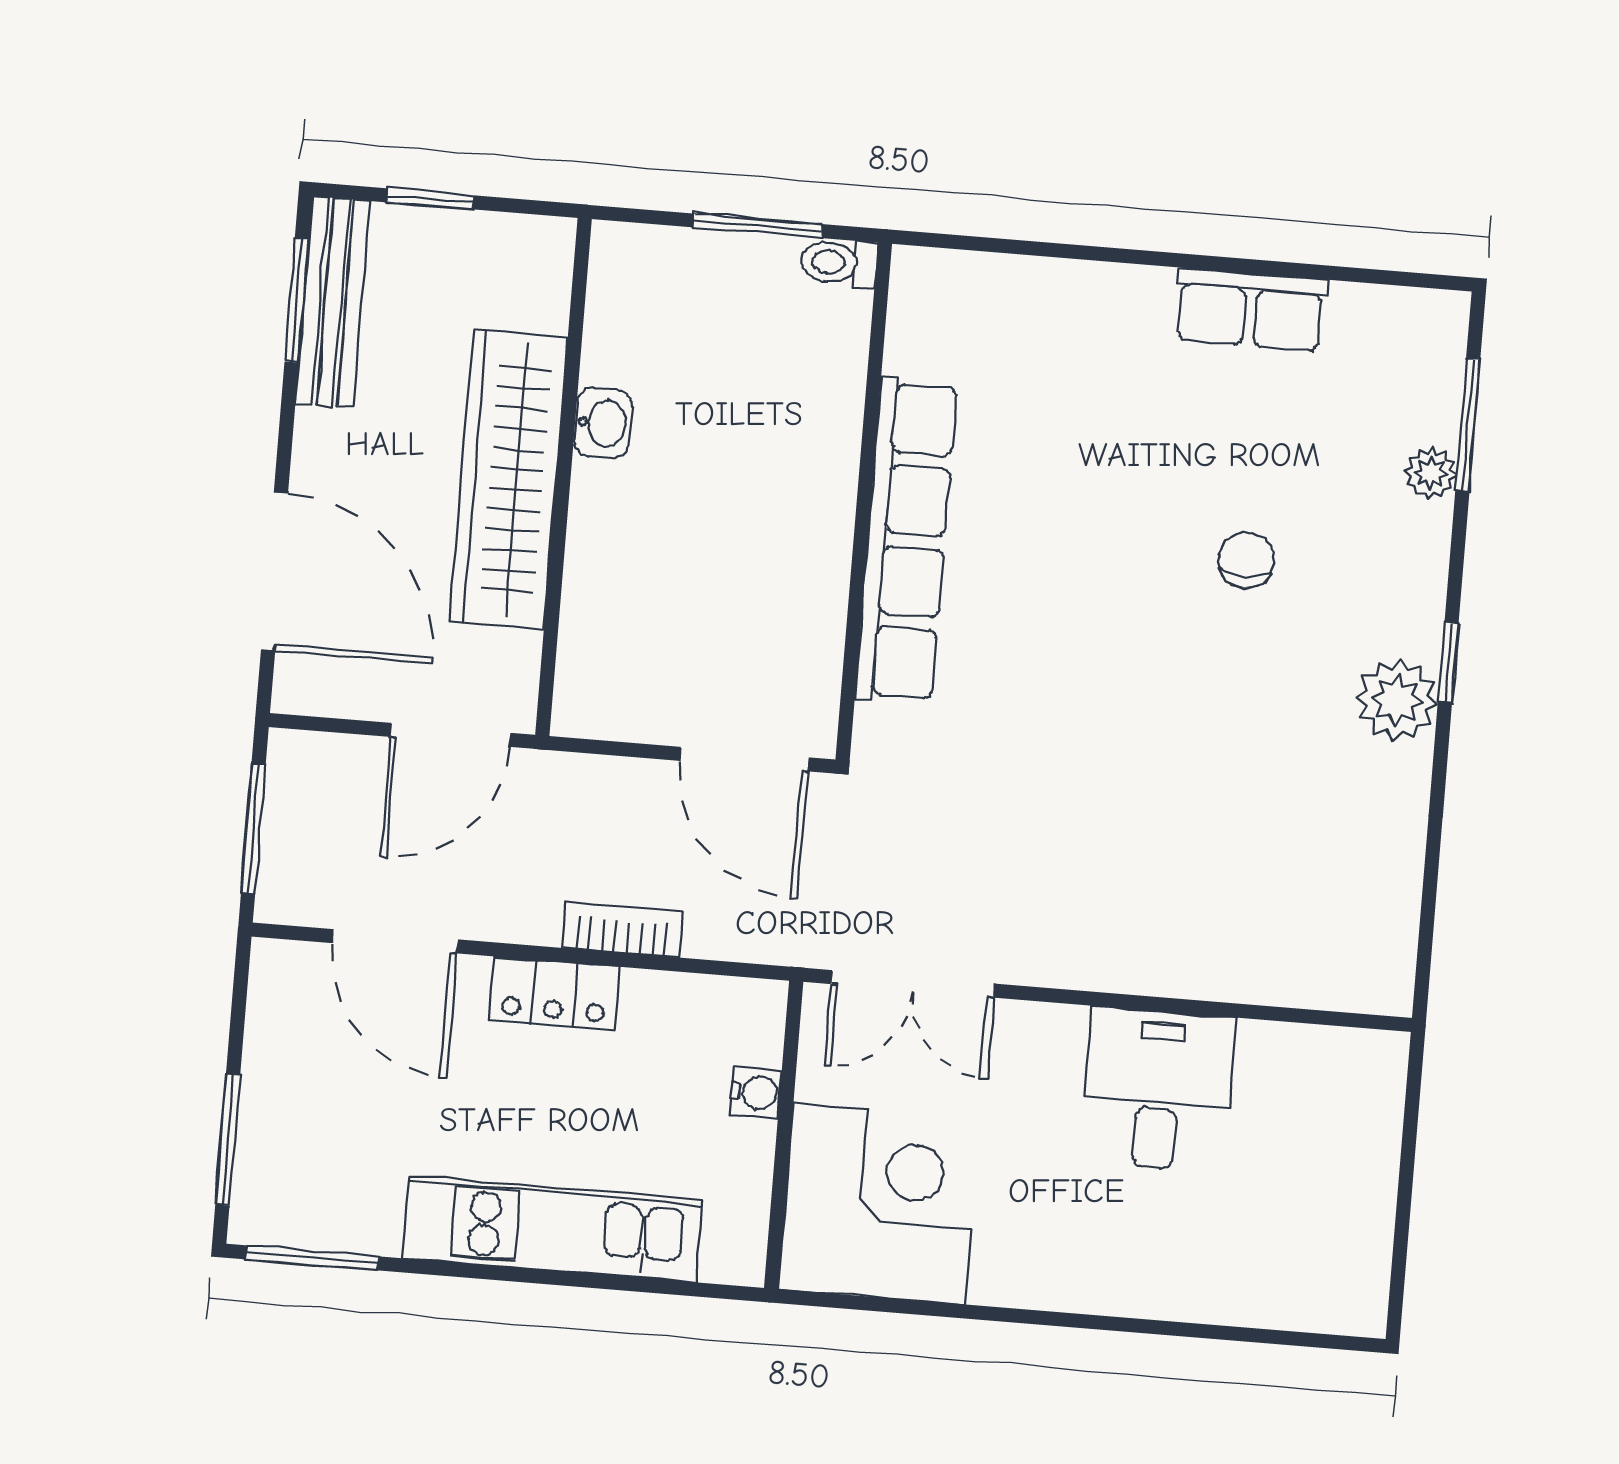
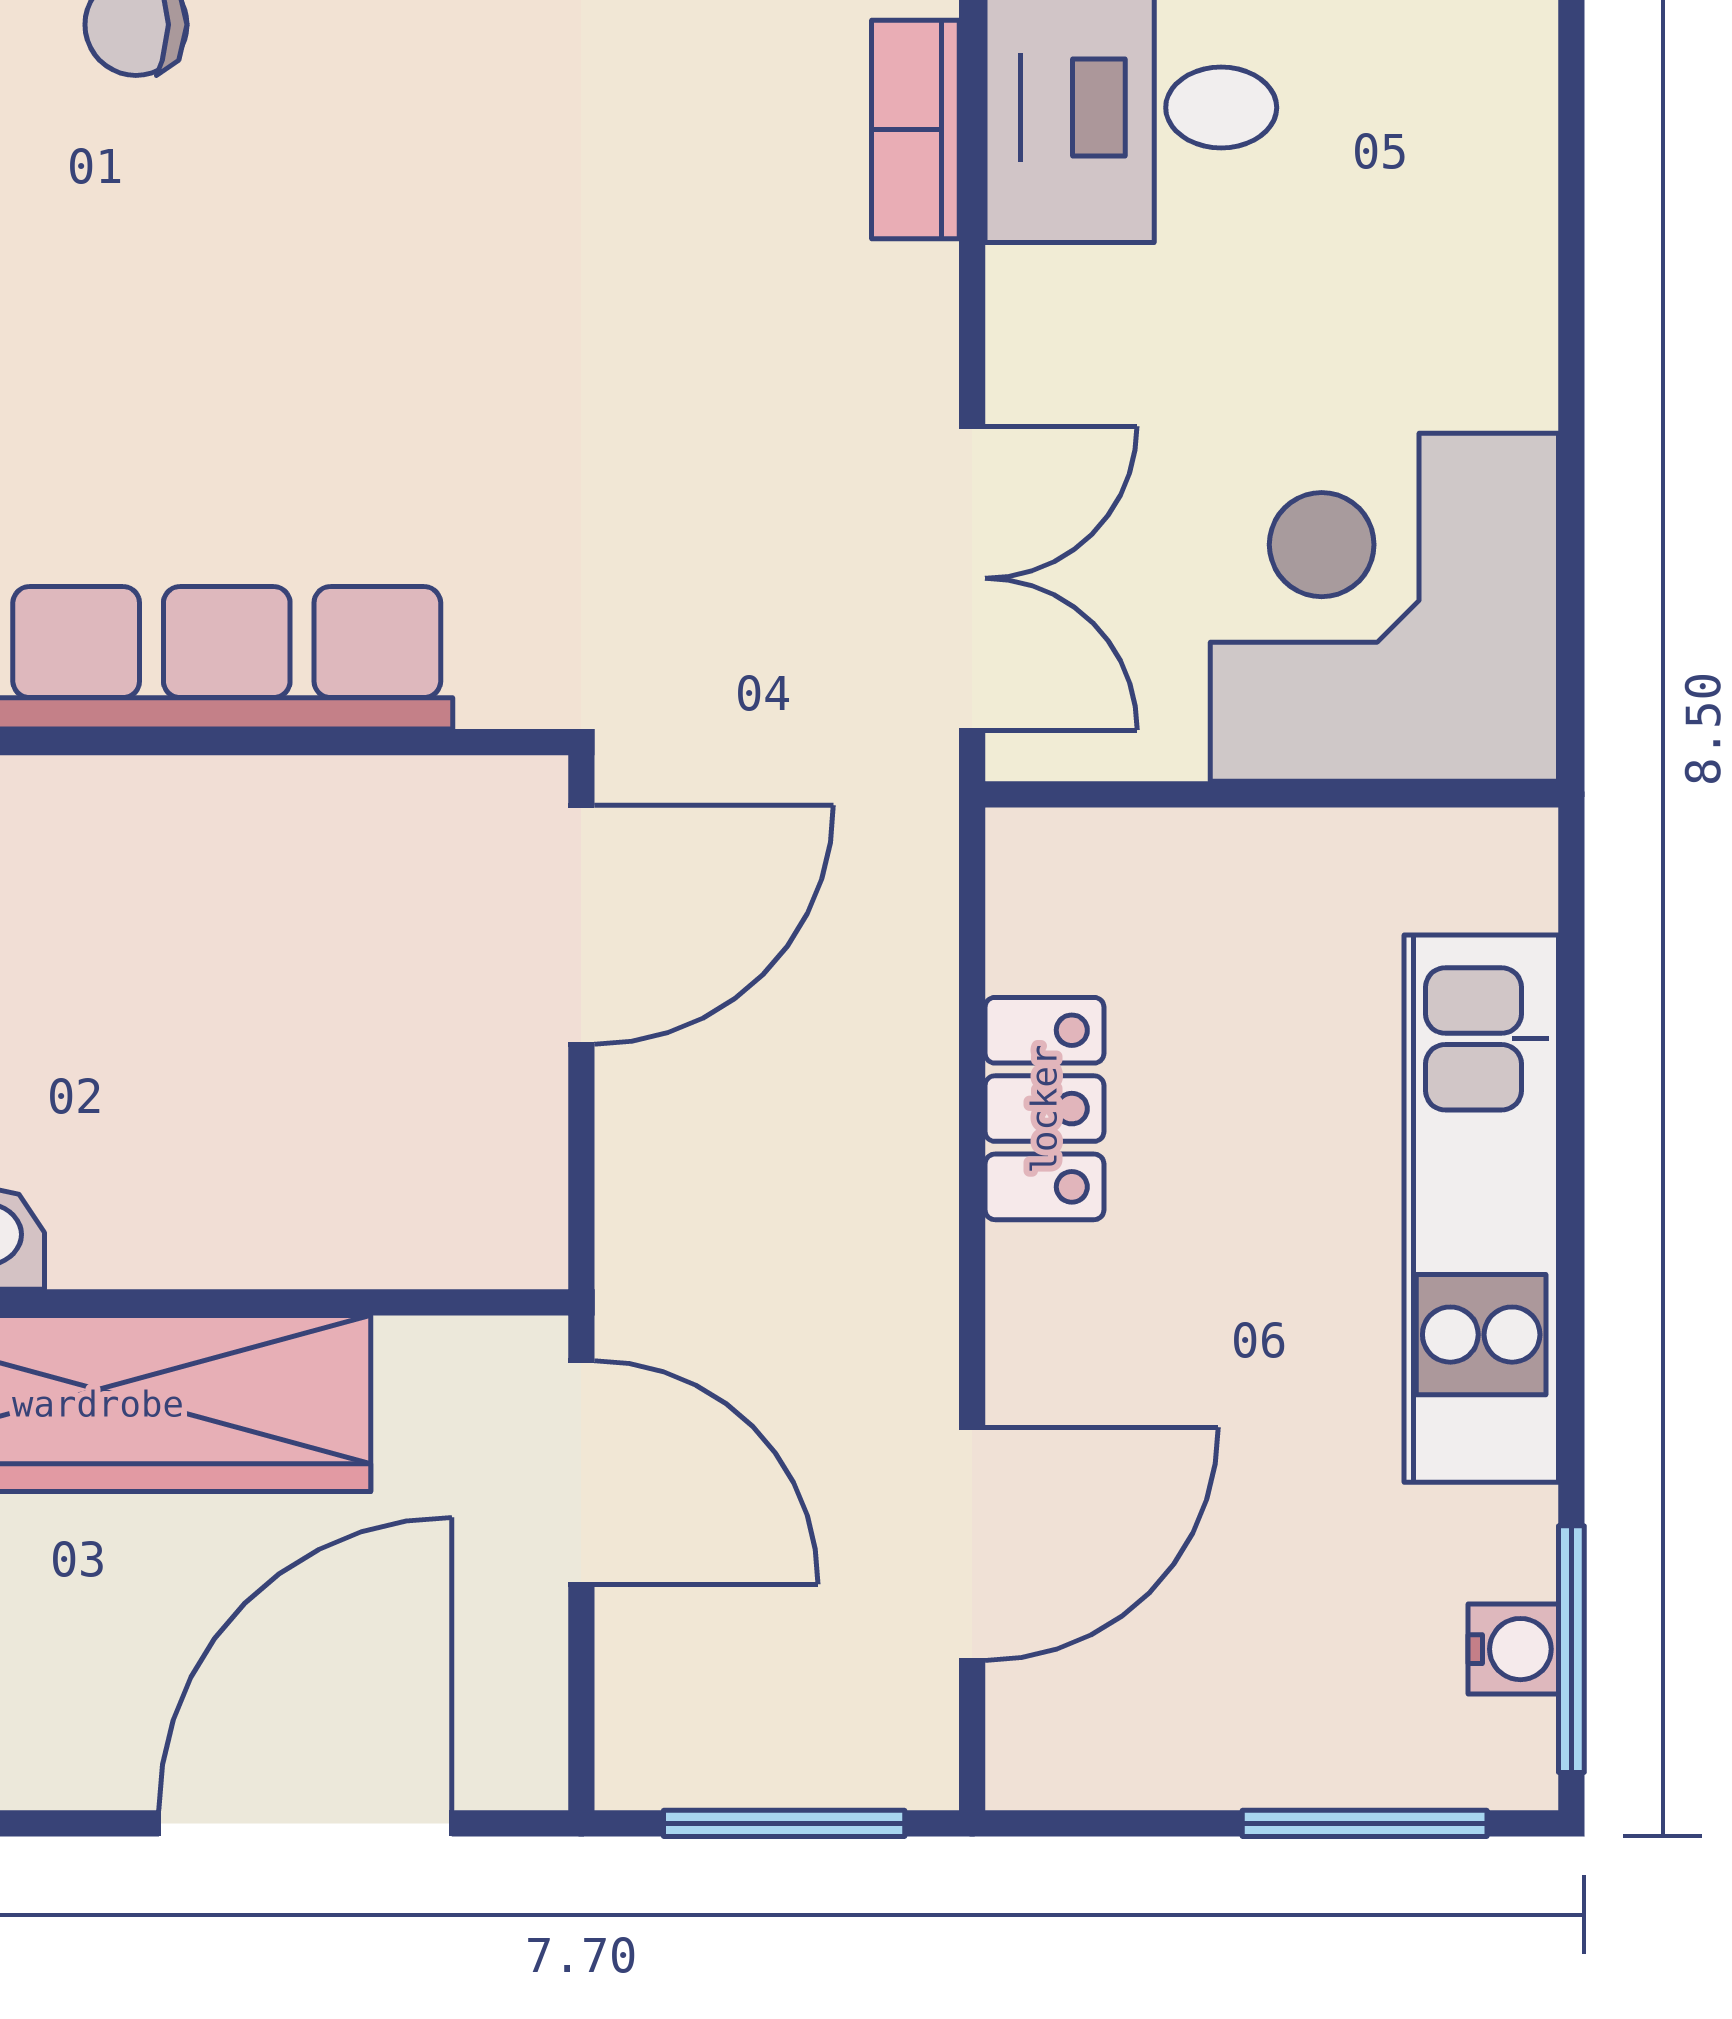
bookcase: (622, 929) -> (915, 129), moved
locker: (554, 993) -> (1044, 1109), moved
water cooler: (756, 1092) -> (1513, 1649), moved, turned 90

